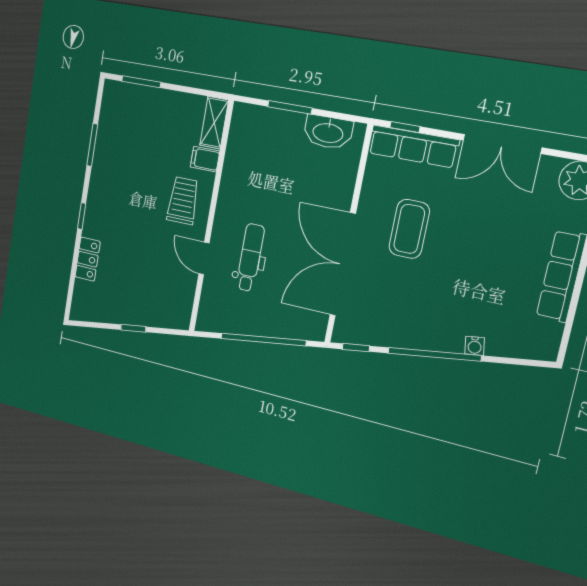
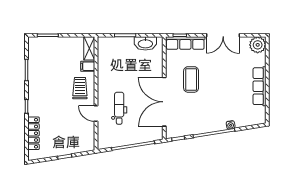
locker: (88, 259) -> (33, 133), width x1.53

